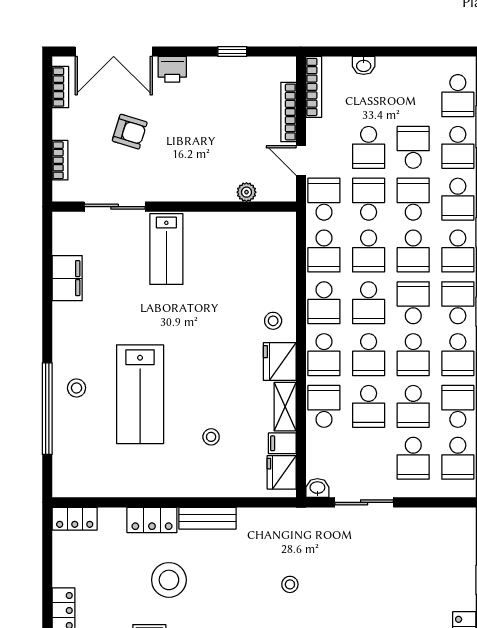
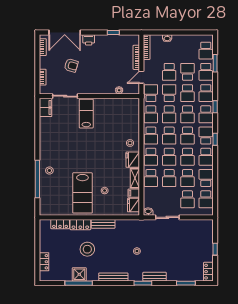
door: (301, 161) -> (141, 77), hinge flipped
school desk: (413, 199) -> (187, 93), turned 180
lab bench: (166, 249) -> (86, 114), turned 180
filing cabinet: (67, 278) -> (46, 107), moved
school desk: (413, 303) -> (187, 136), turned 180
lab bench: (140, 394) -> (82, 193), moved
school desk: (324, 406) -> (151, 178), turned 180
locker: (75, 519) -> (60, 224), moved

